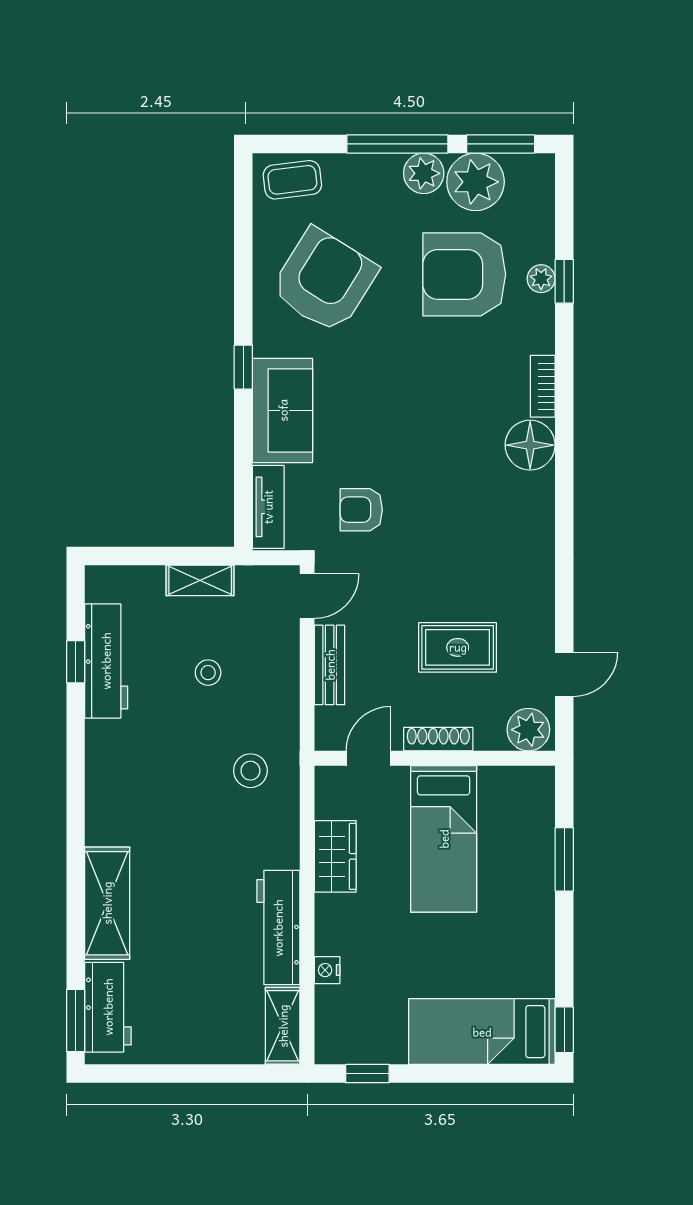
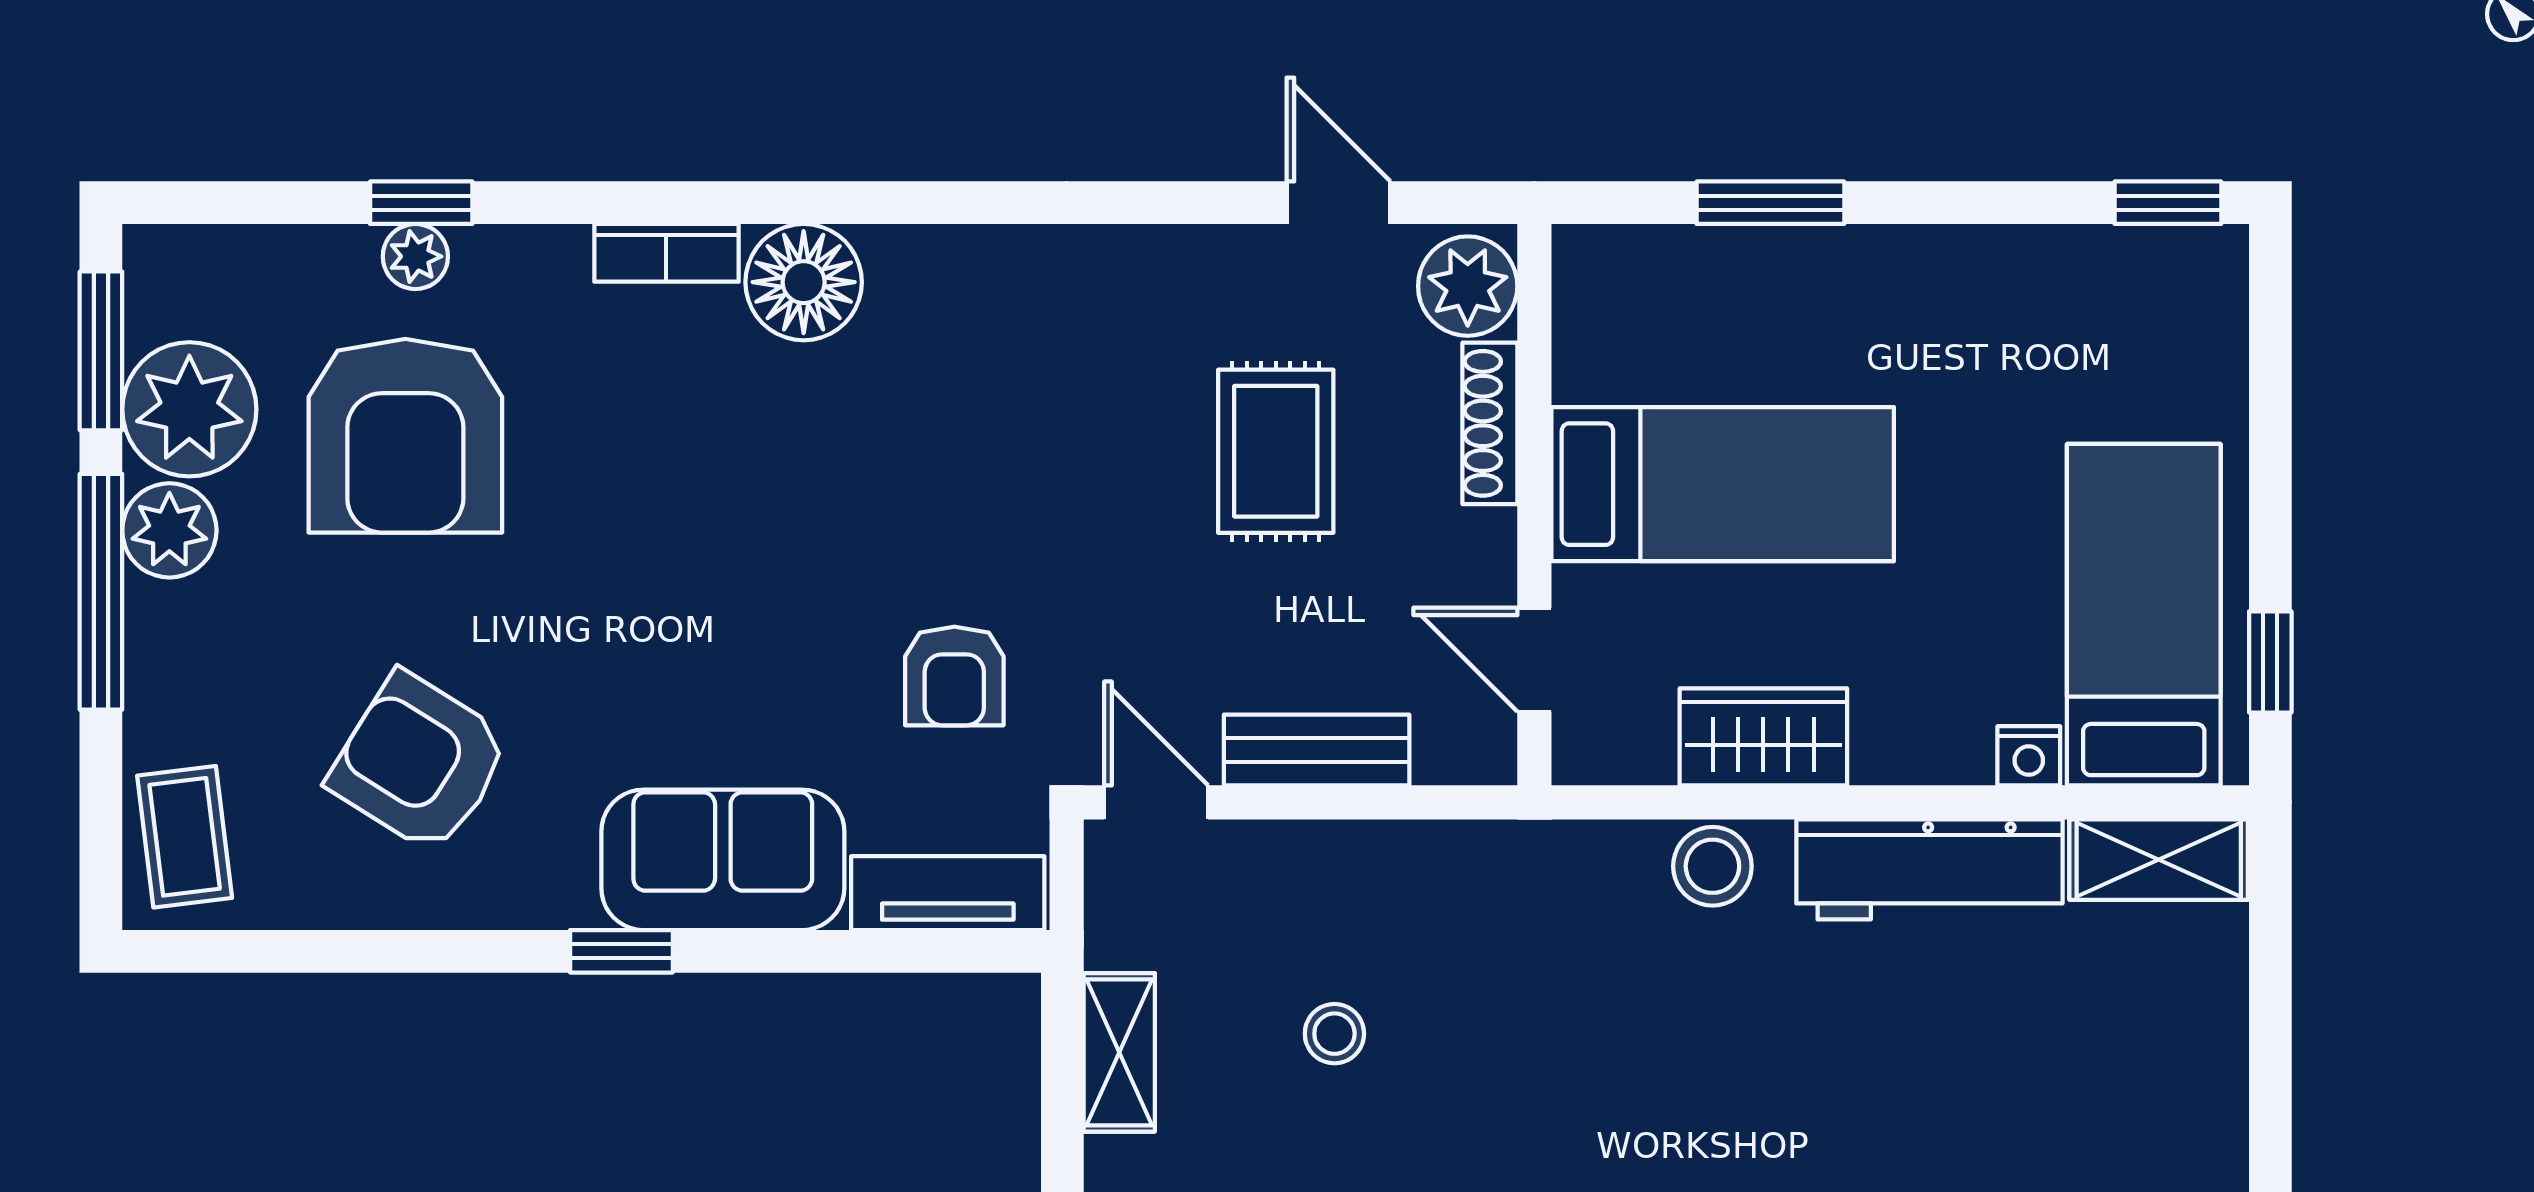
armchair: (324, 280) -> (419, 763), width x0.73, depth x0.73
shoe rack: (438, 739) -> (1490, 423), moved
stool: (250, 771) -> (1712, 866), moved
bed: (482, 1032) -> (2144, 615), moved, turned 180

